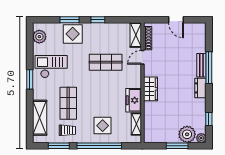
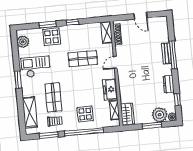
door: (142, 57) -> (115, 62), moved
dresser: (200, 88) -> (168, 84), moved
wardrobe: (151, 89) -> (127, 114), moved

